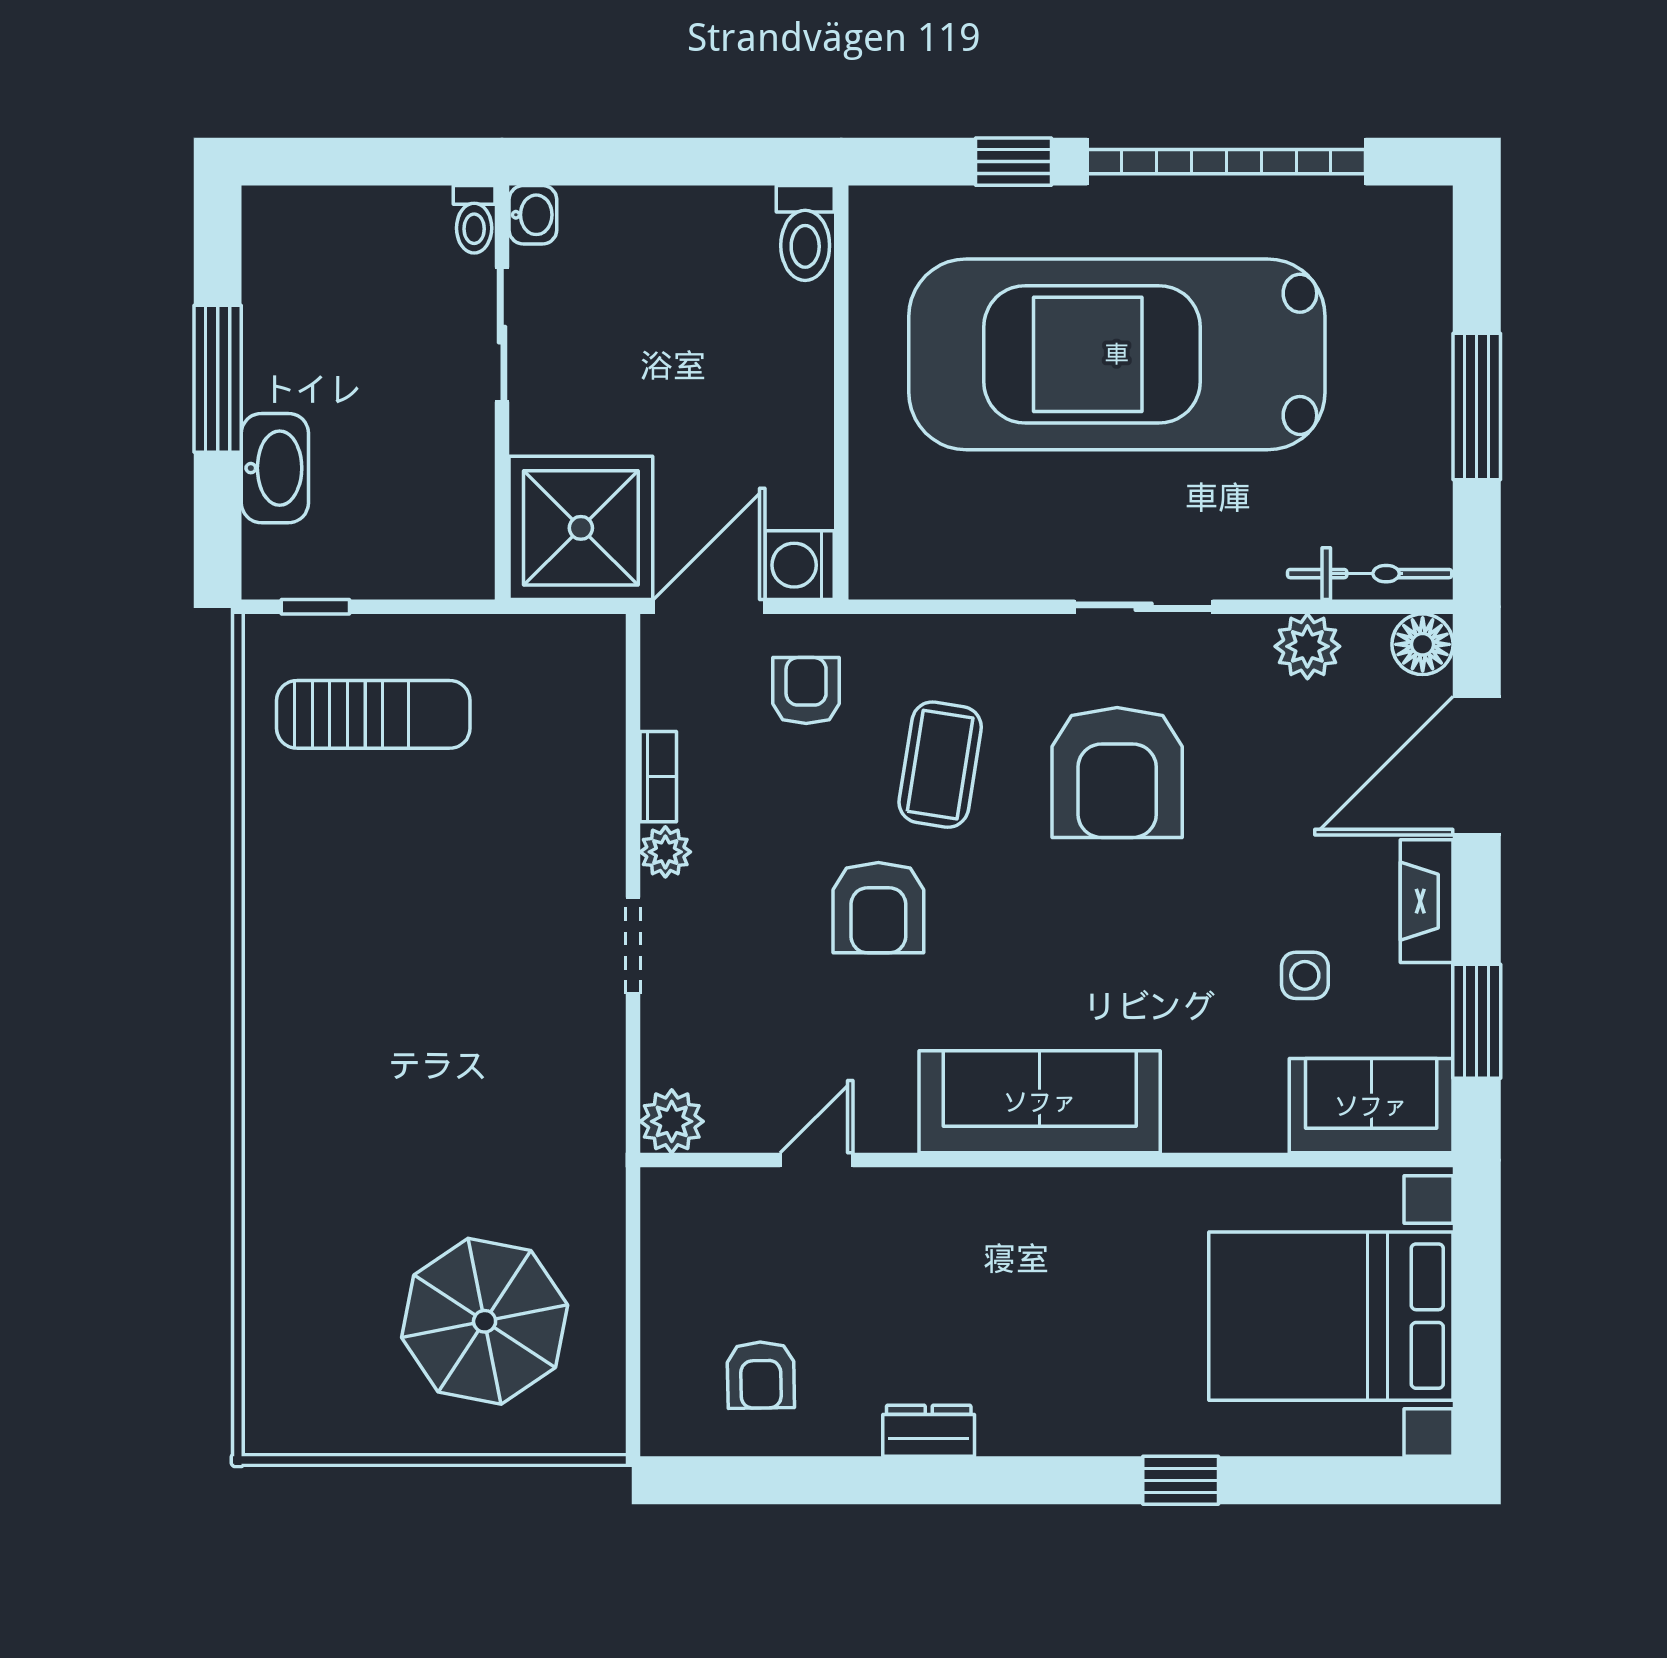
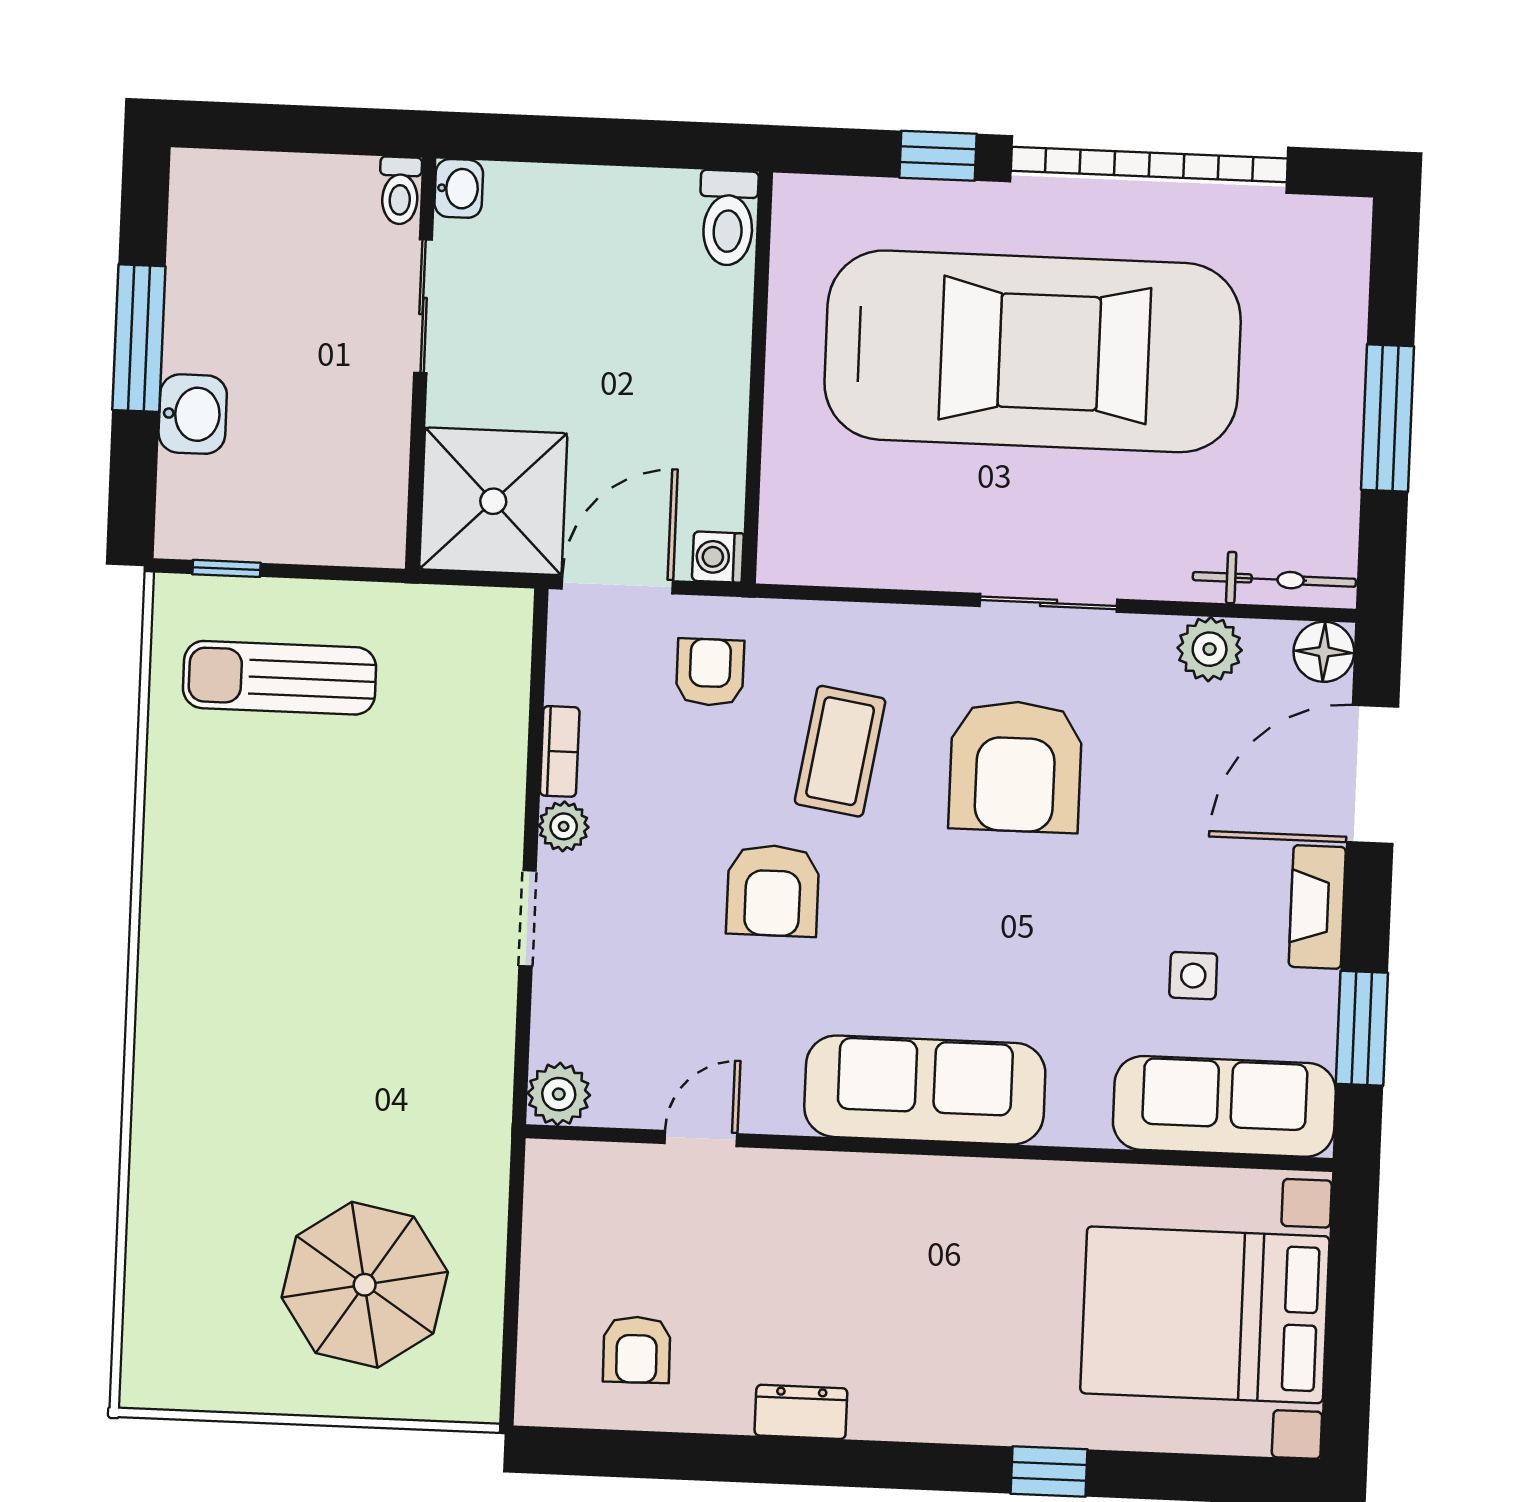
car: (1117, 354) -> (1033, 351), turned 180
washbasin: (275, 468) -> (193, 414), width x0.72
washing machine: (800, 565) -> (718, 557), width x0.73, depth x0.73
sun lounger: (373, 714) -> (279, 678), turned 180
sofa: (1371, 1106) -> (1224, 1106), width x1.36

